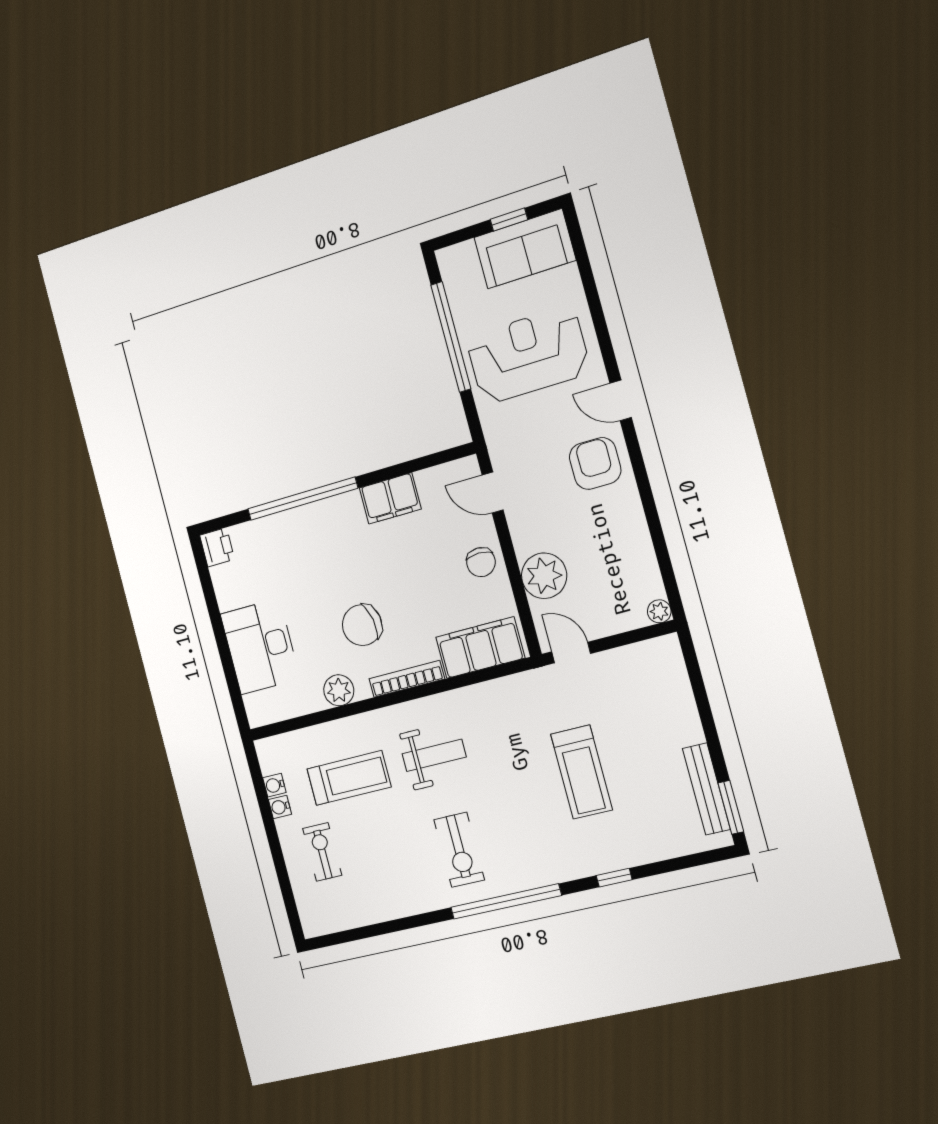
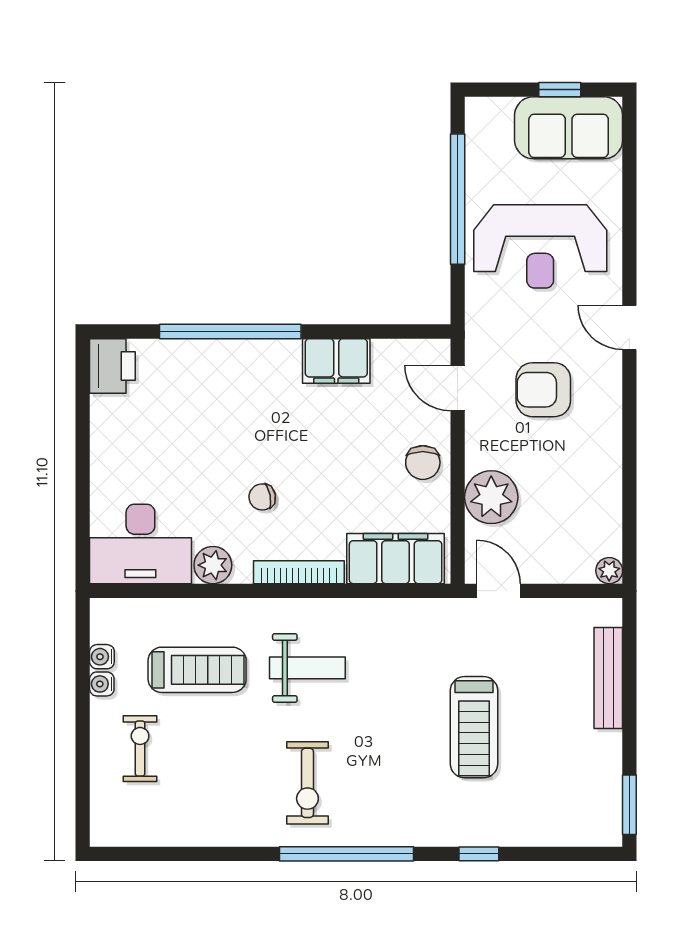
reception desk: (528, 355) -> (540, 246), turned 180
armchair: (595, 463) -> (543, 390), moved, turned -90
printer: (217, 547) -> (112, 366), width x1.36, depth x1.24
chair: (362, 625) -> (262, 497), width x0.54, depth x0.54
desk: (260, 646) -> (140, 544), moved, turned -90
bench: (706, 789) -> (608, 678), moved

